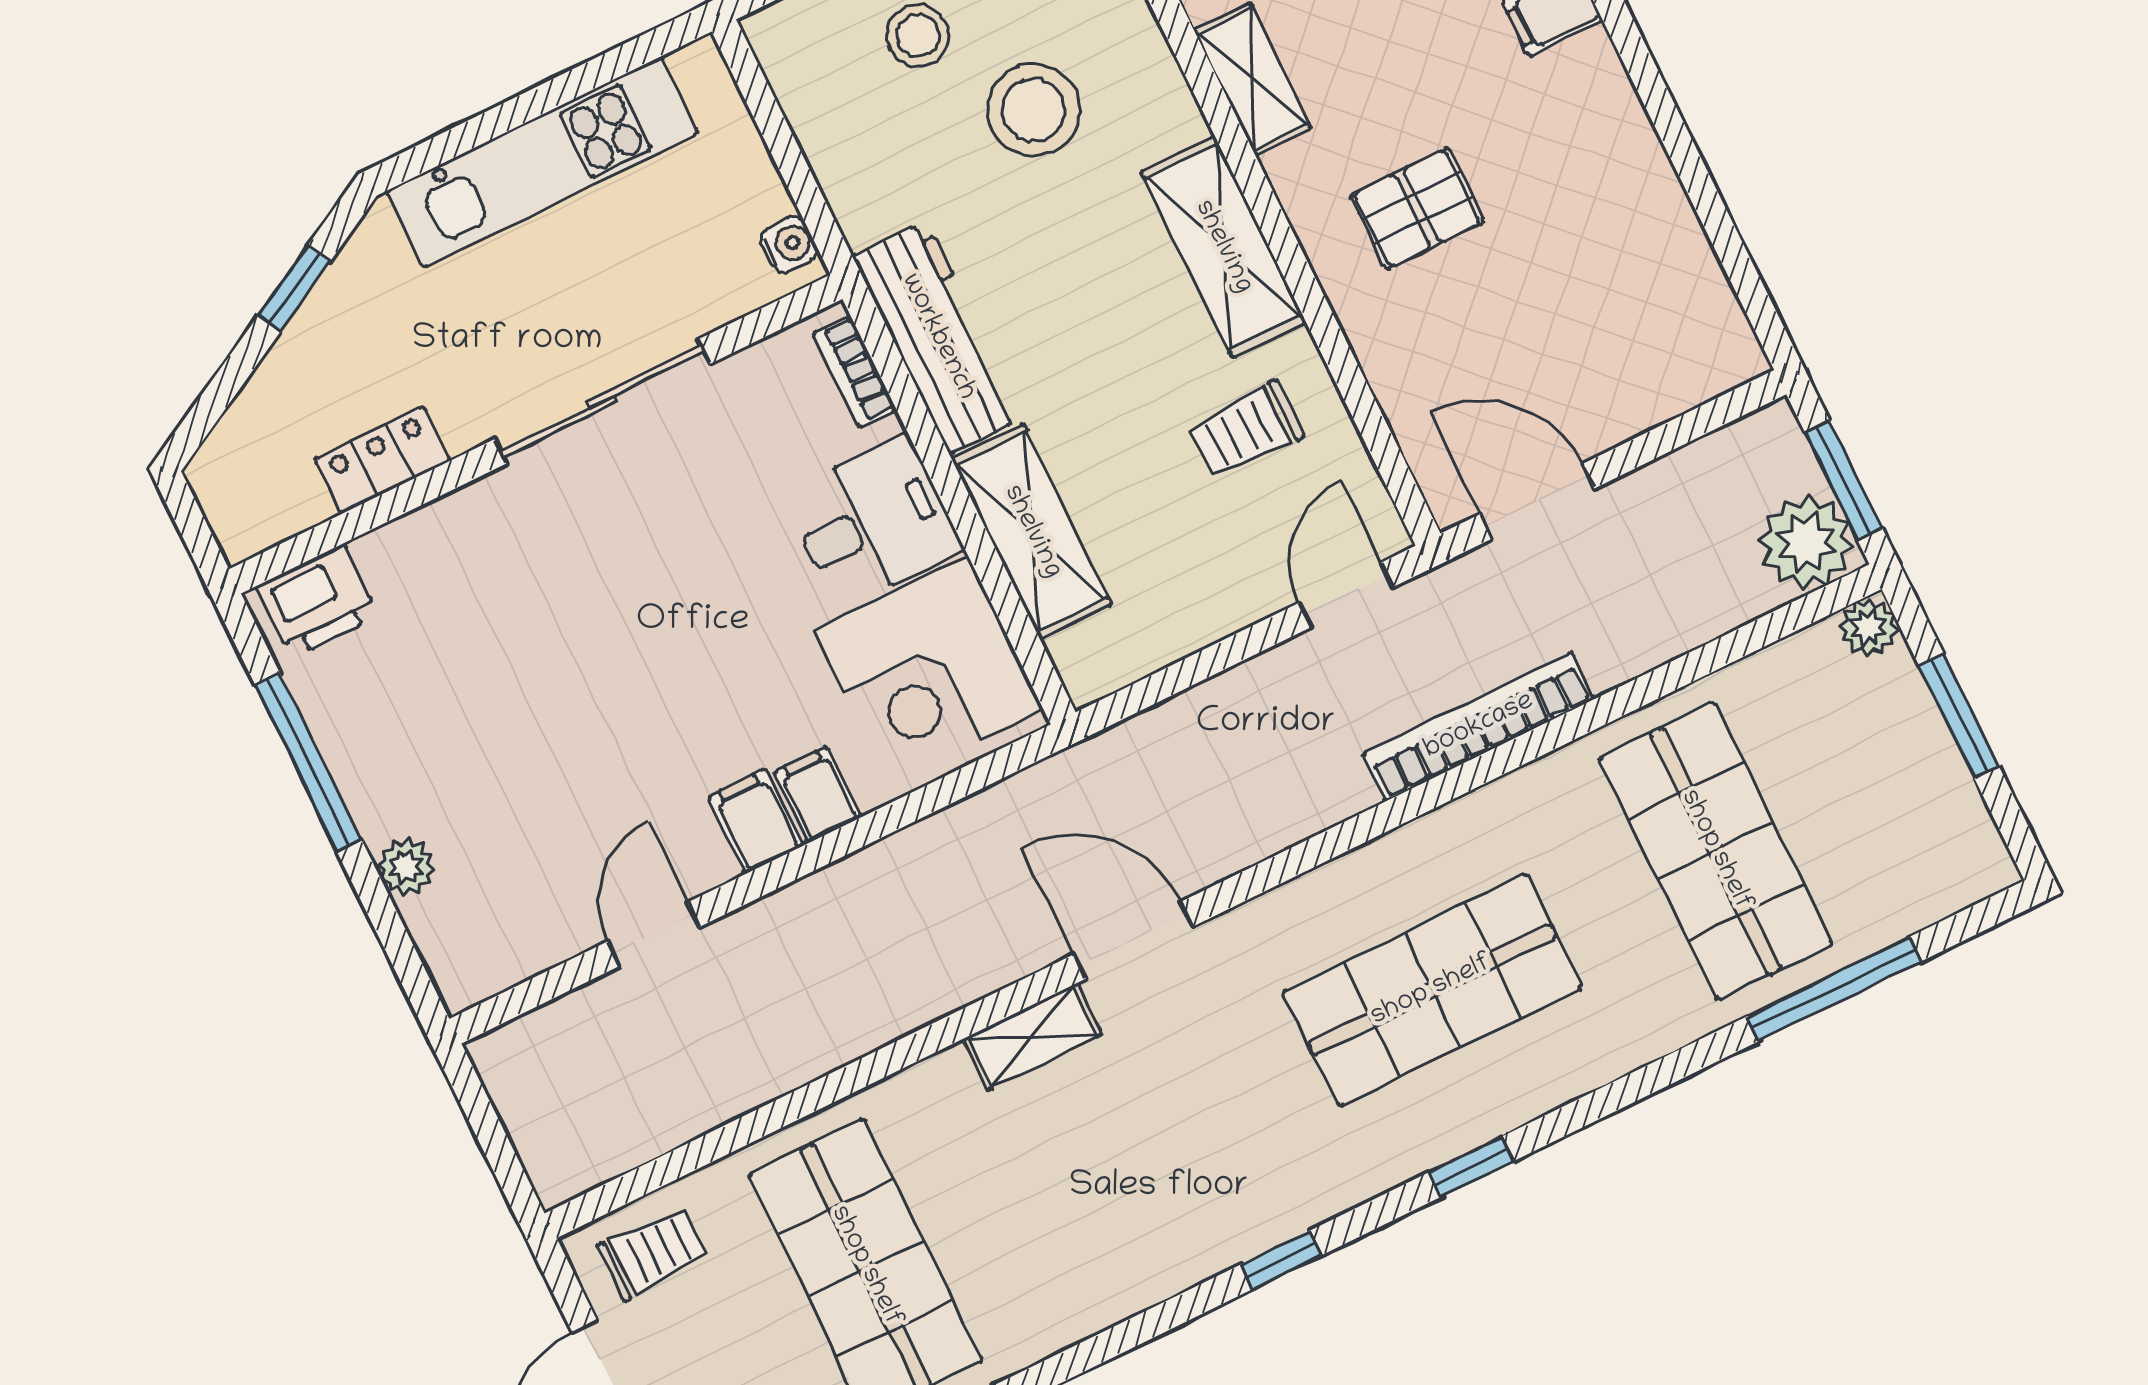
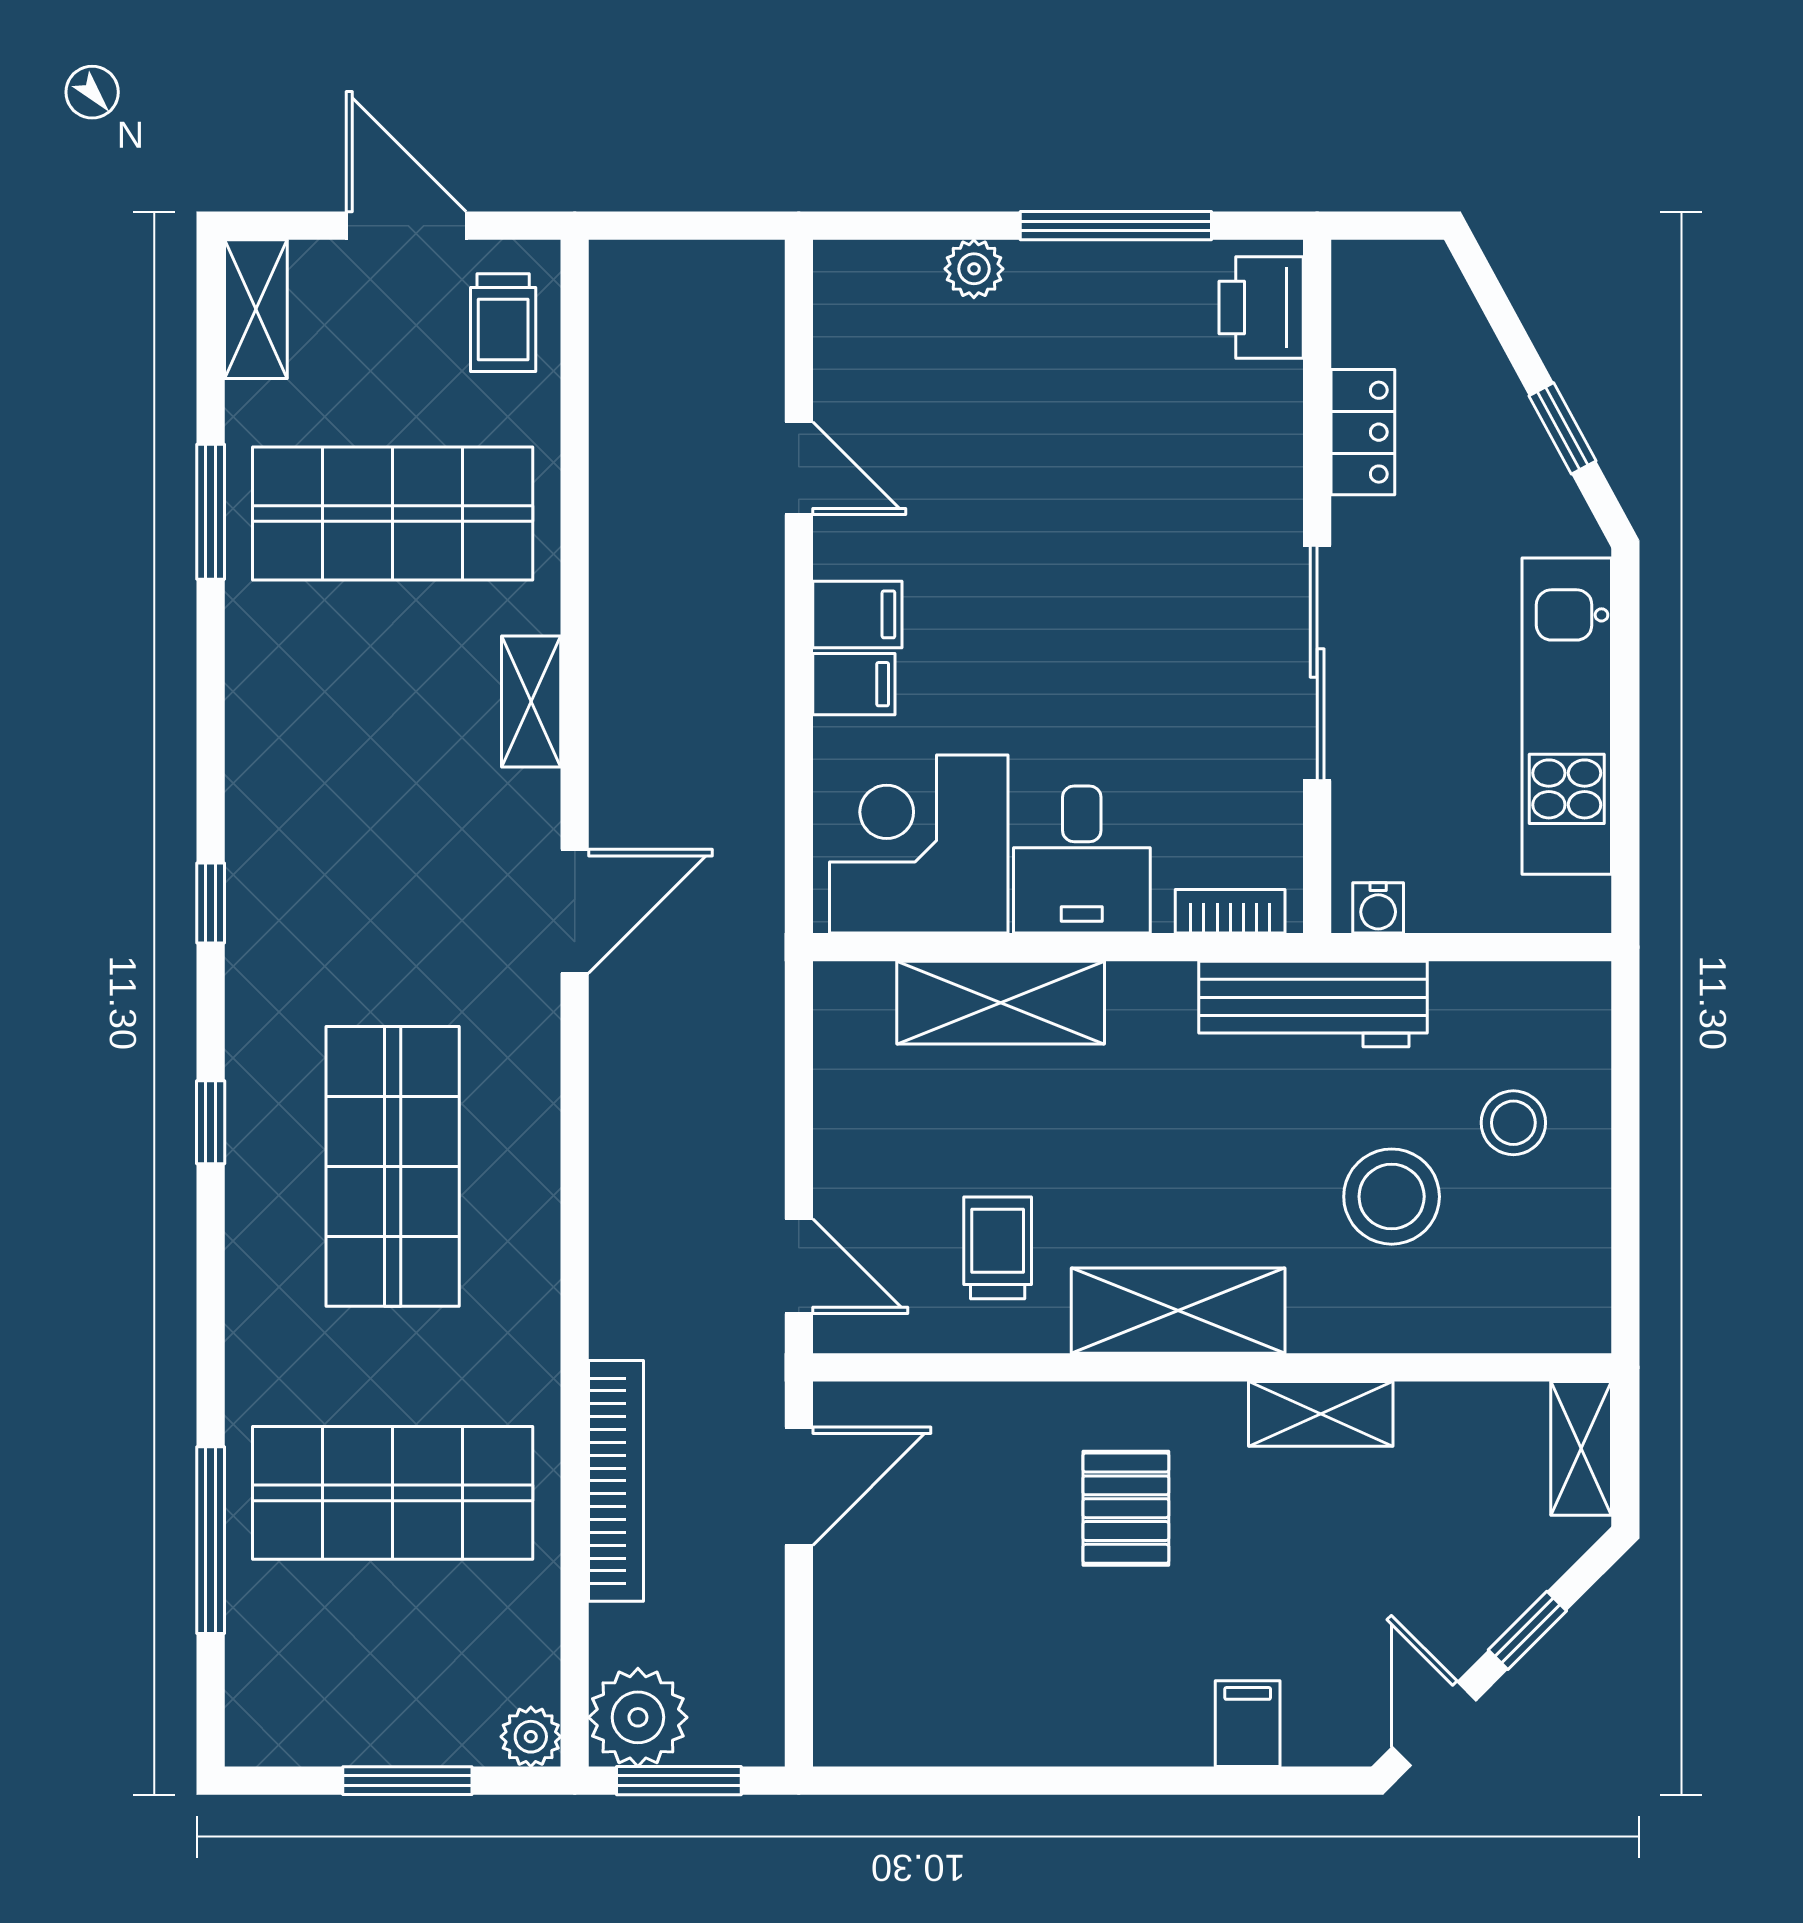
workbench: (938, 337) -> (1313, 1004), moved
bookcase: (1479, 726) -> (616, 1481), moved
shelving: (1032, 1037) -> (531, 701), moved

